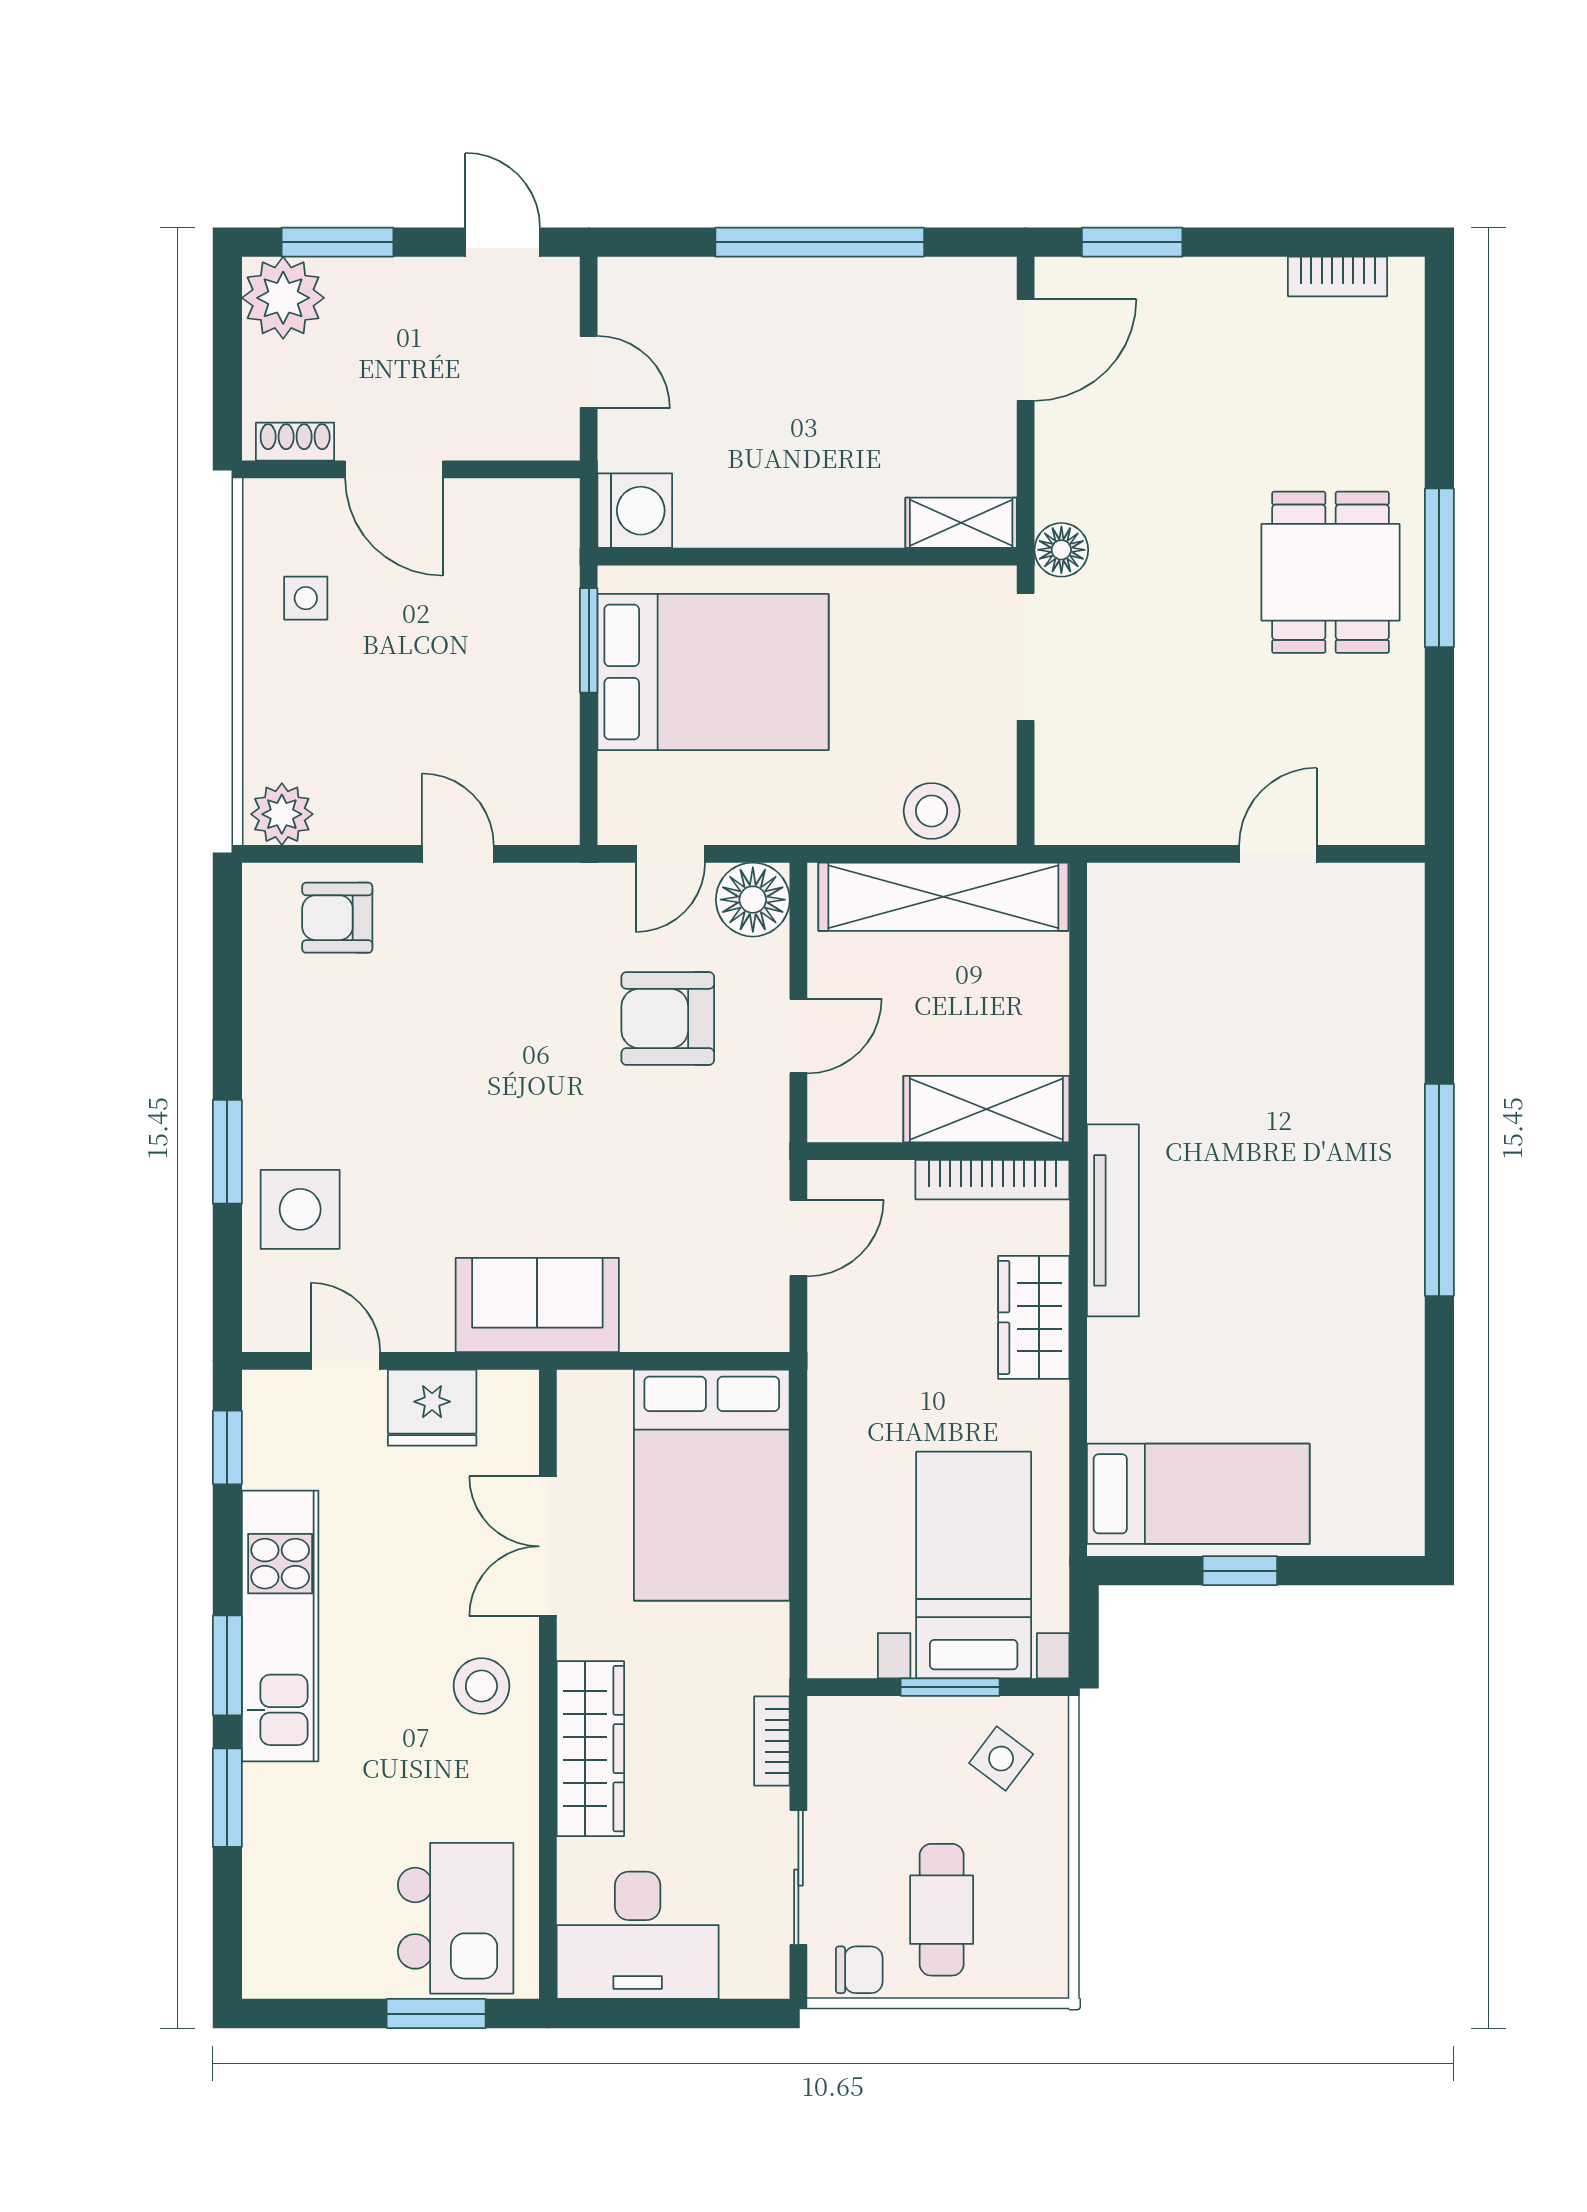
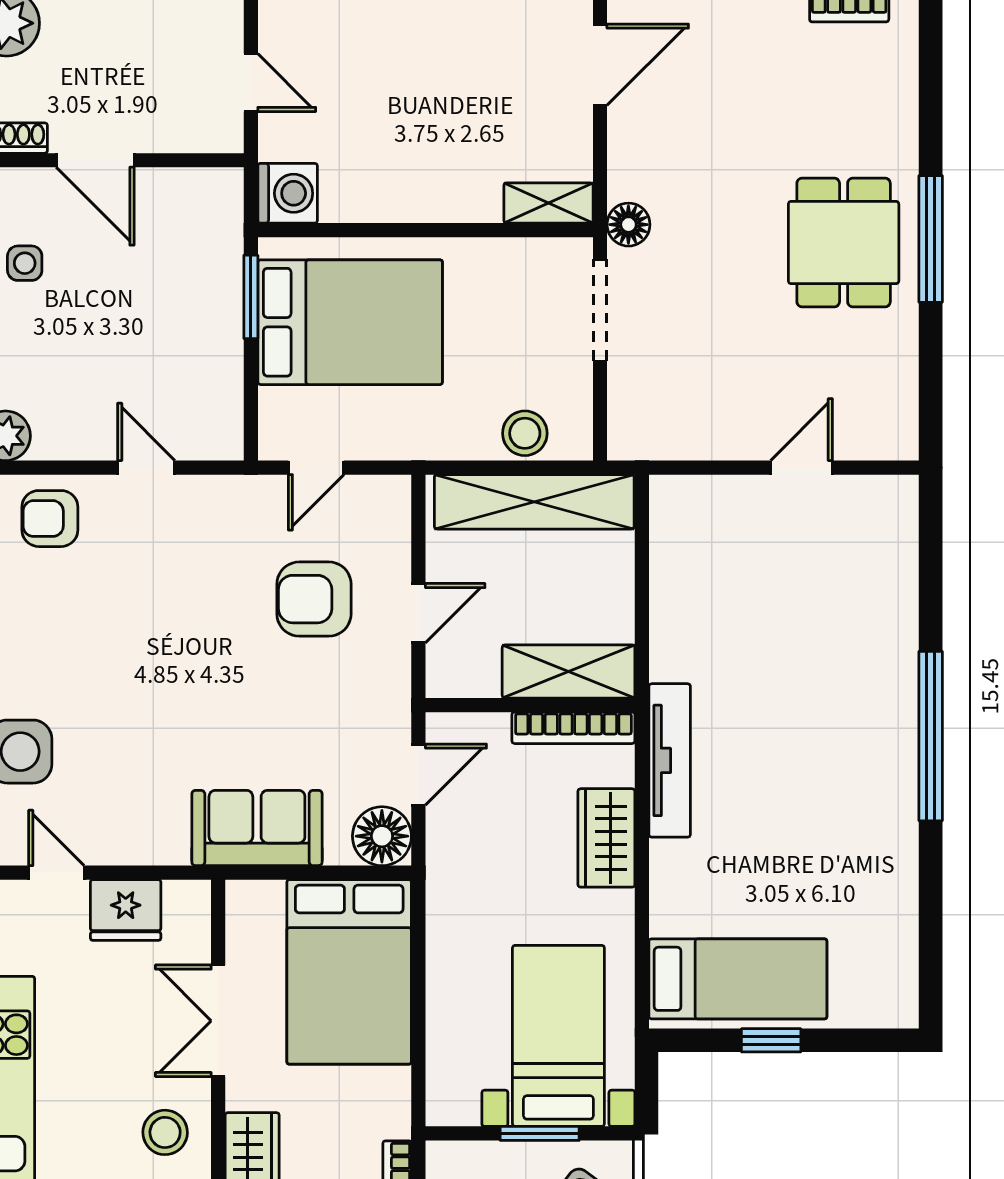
floor lamp: (753, 900) -> (382, 836), moved
sofa: (537, 1305) -> (257, 828), moved

